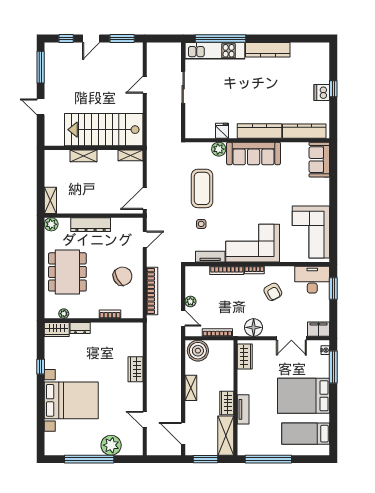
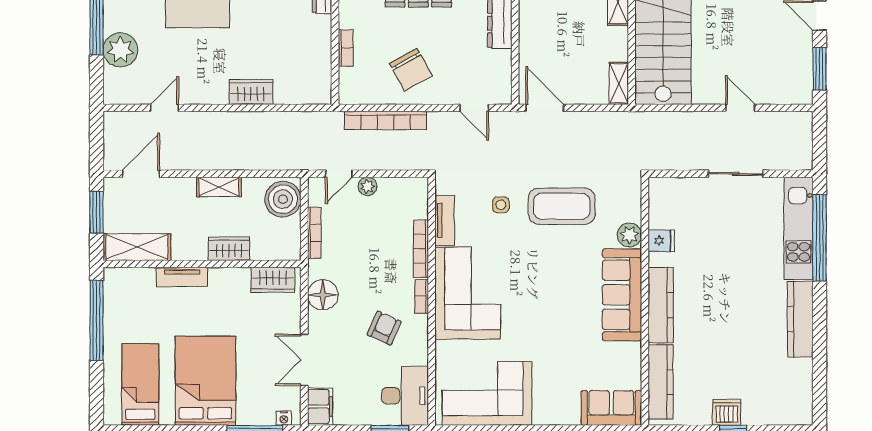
armchair: (273, 292) -> (384, 328), turned 143
wardrobe: (227, 403) -> (229, 249), moved

